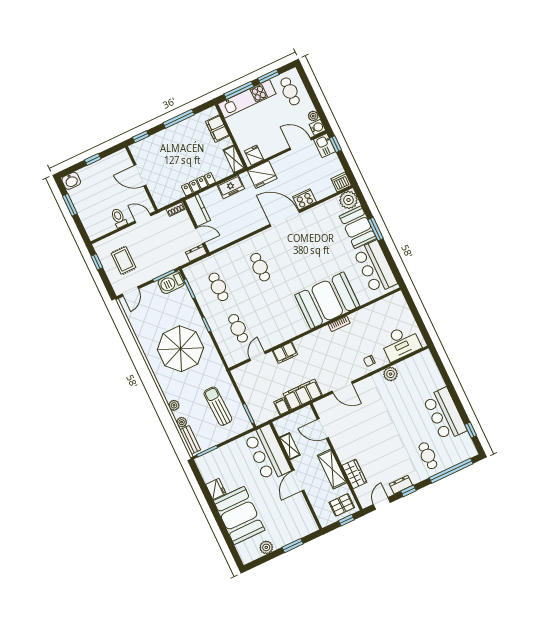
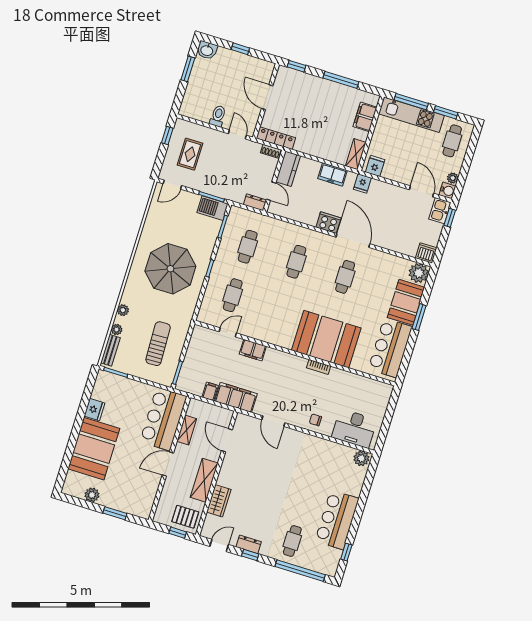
fridge: (262, 175) -> (362, 183), width x0.53, depth x0.75
locker: (198, 184) -> (276, 138), moved
cooker: (304, 199) -> (328, 223), moved
cafe table: (302, 247) -> (345, 277), added
plant: (391, 374) -> (361, 458), moved

